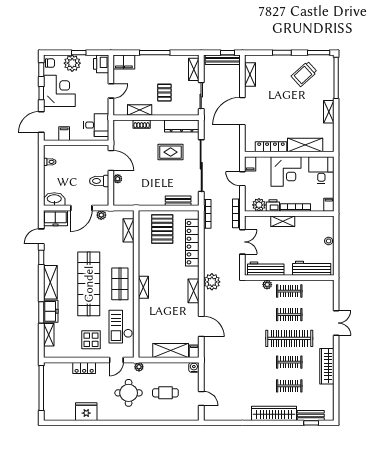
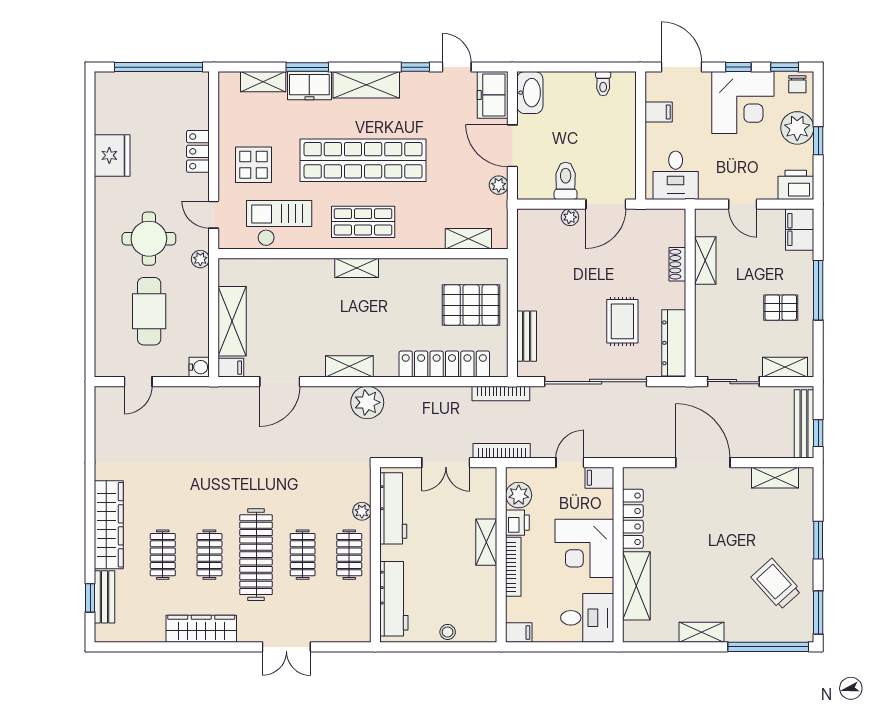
pallet: (164, 93) -> (781, 308), moved
cafe table: (165, 393) -> (149, 311), width x1.37, depth x1.35

